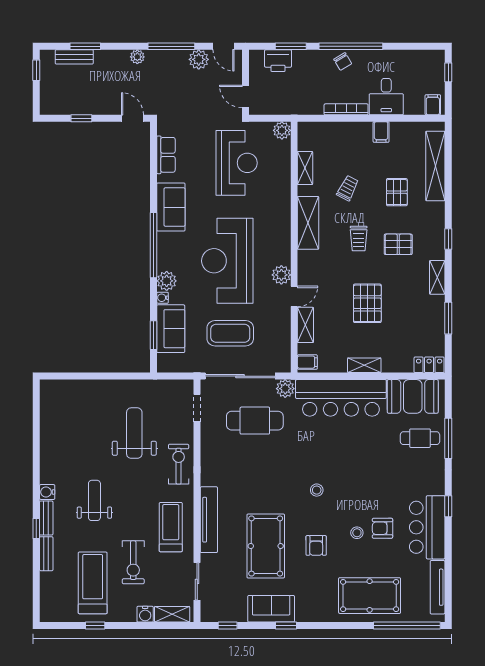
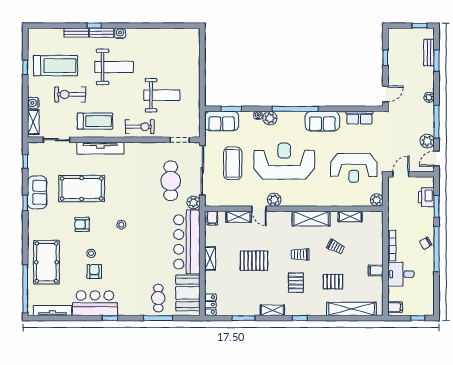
sofa: (171, 329) -> (222, 121), moved
weight bench: (94, 500) -> (114, 67), width x1.36, depth x1.33

